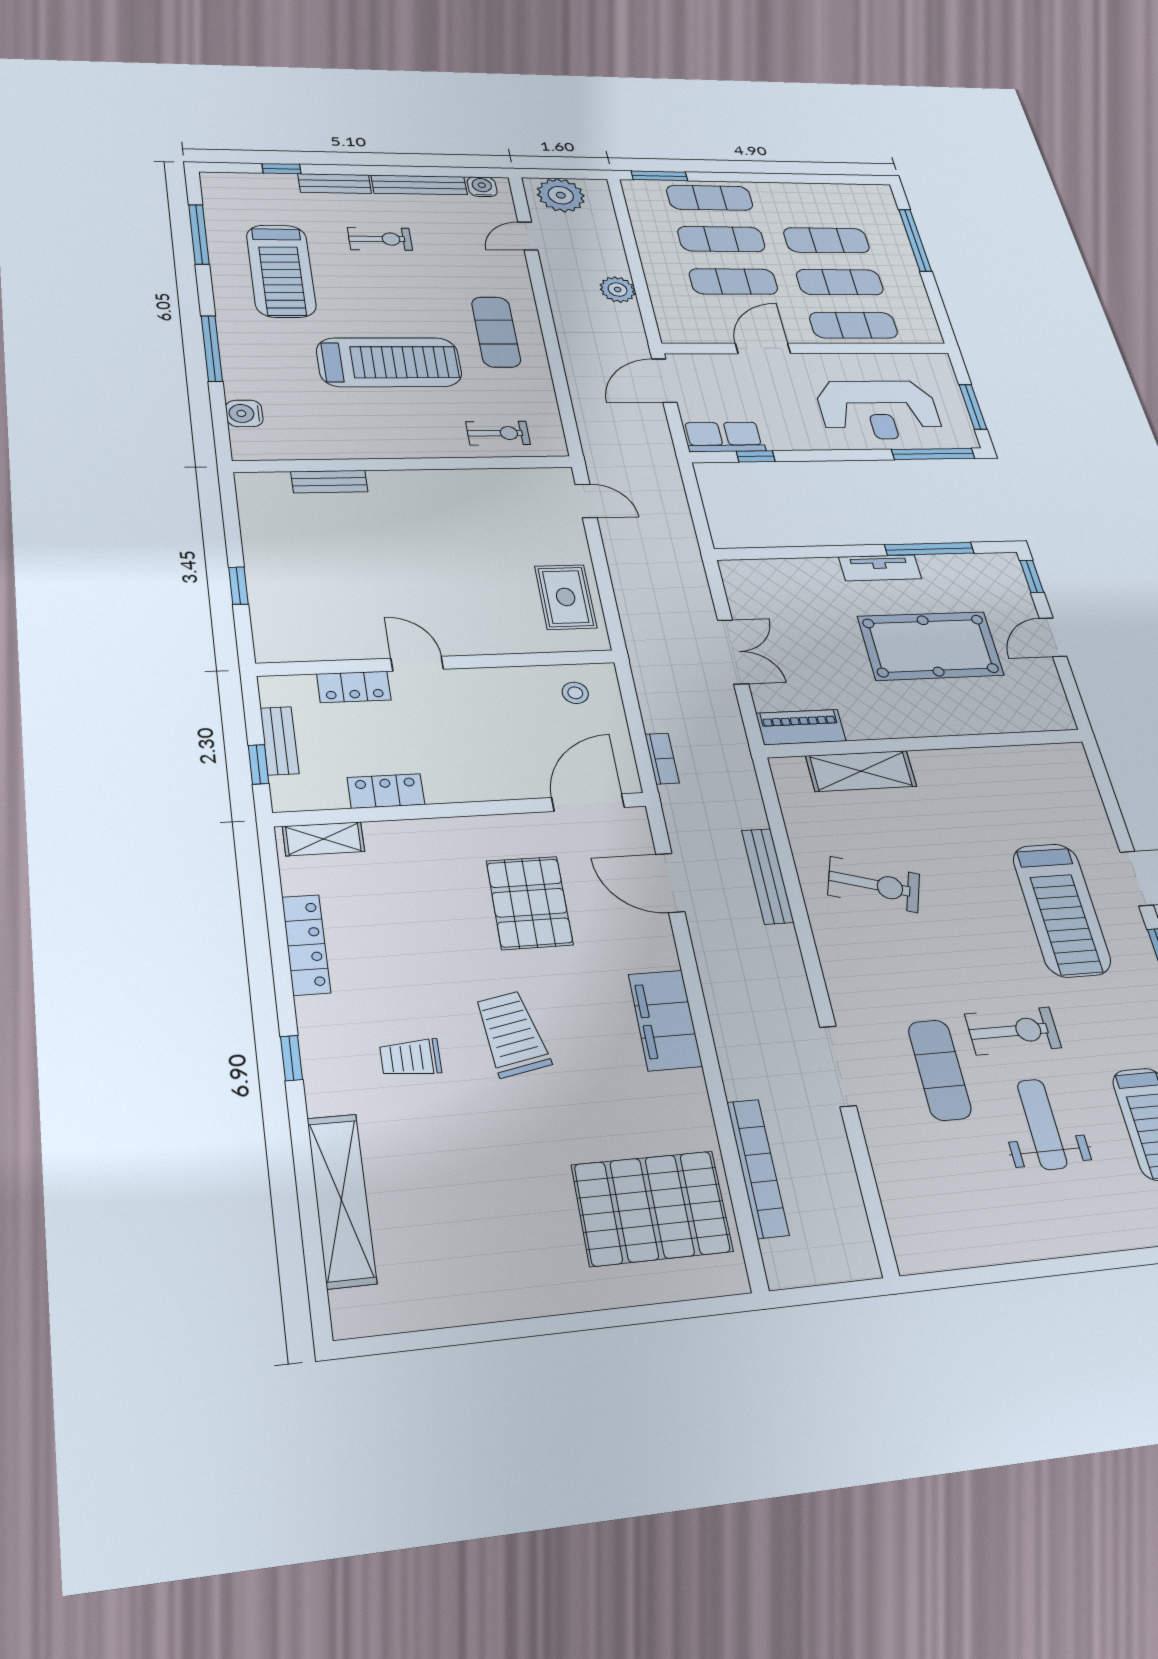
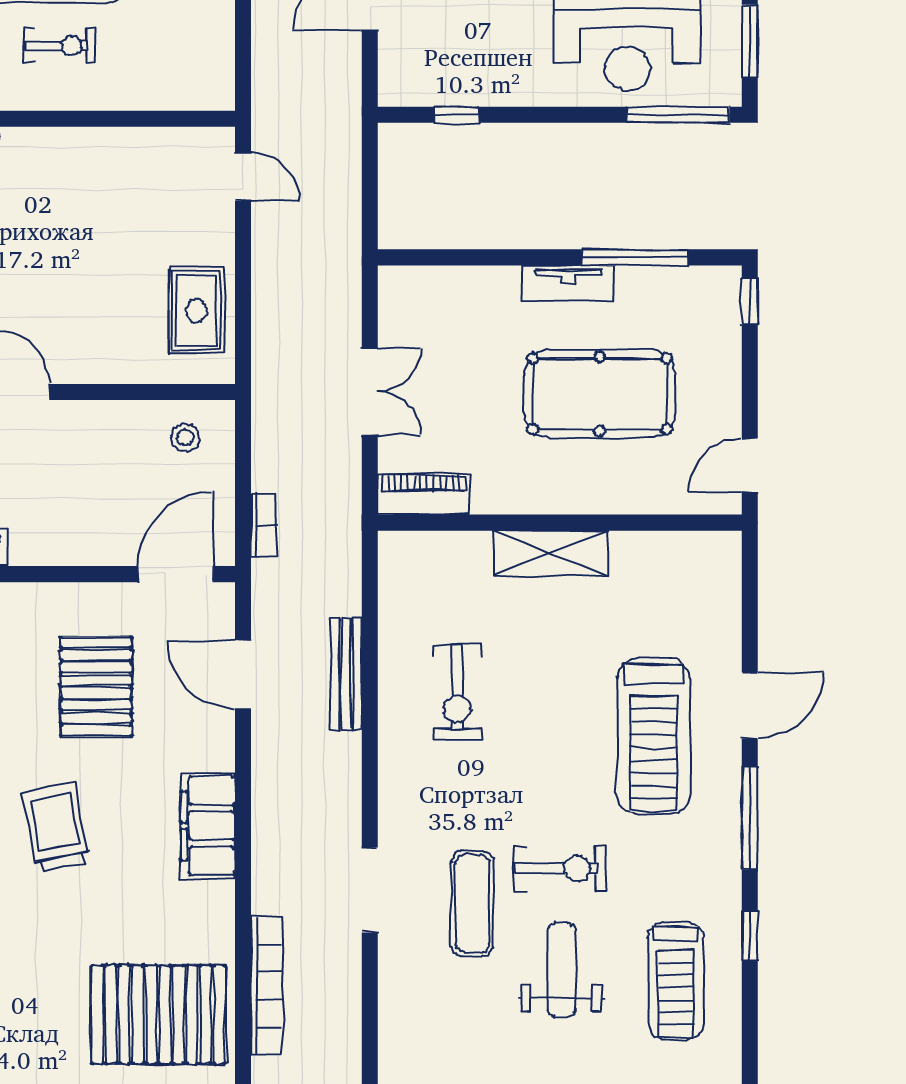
exercise bike: (498, 433) -> (59, 46), moved
row of seats: (724, 437) -> (425, 84), removed
door: (1053, 637) -> (750, 465), moved
shelving: (861, 771) -> (551, 553), moved
exercise bike: (874, 885) -> (457, 692), turned 73

